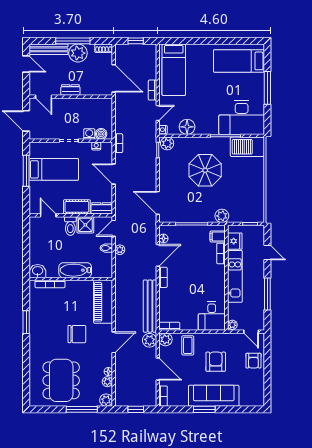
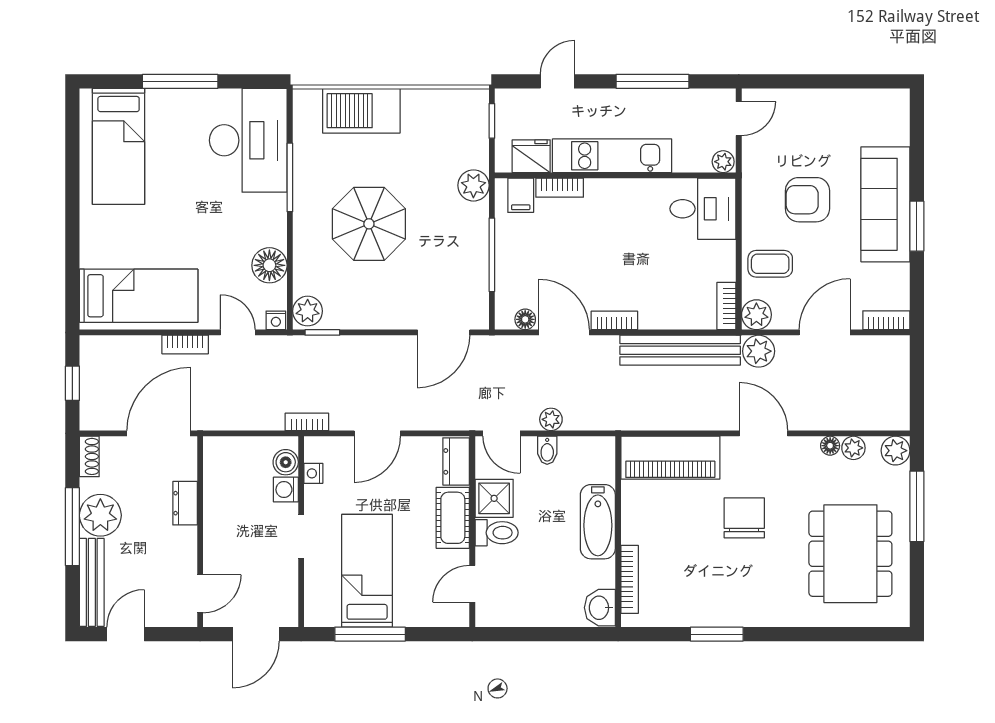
dresser: (70, 90) -> (185, 503), moved
barbecue: (247, 147) -> (361, 111), moved, turned 90
armchair: (253, 361) -> (805, 113), removed
dining table: (61, 380) -> (850, 554), turned 90
window: (136, 409) -> (917, 383), removed

